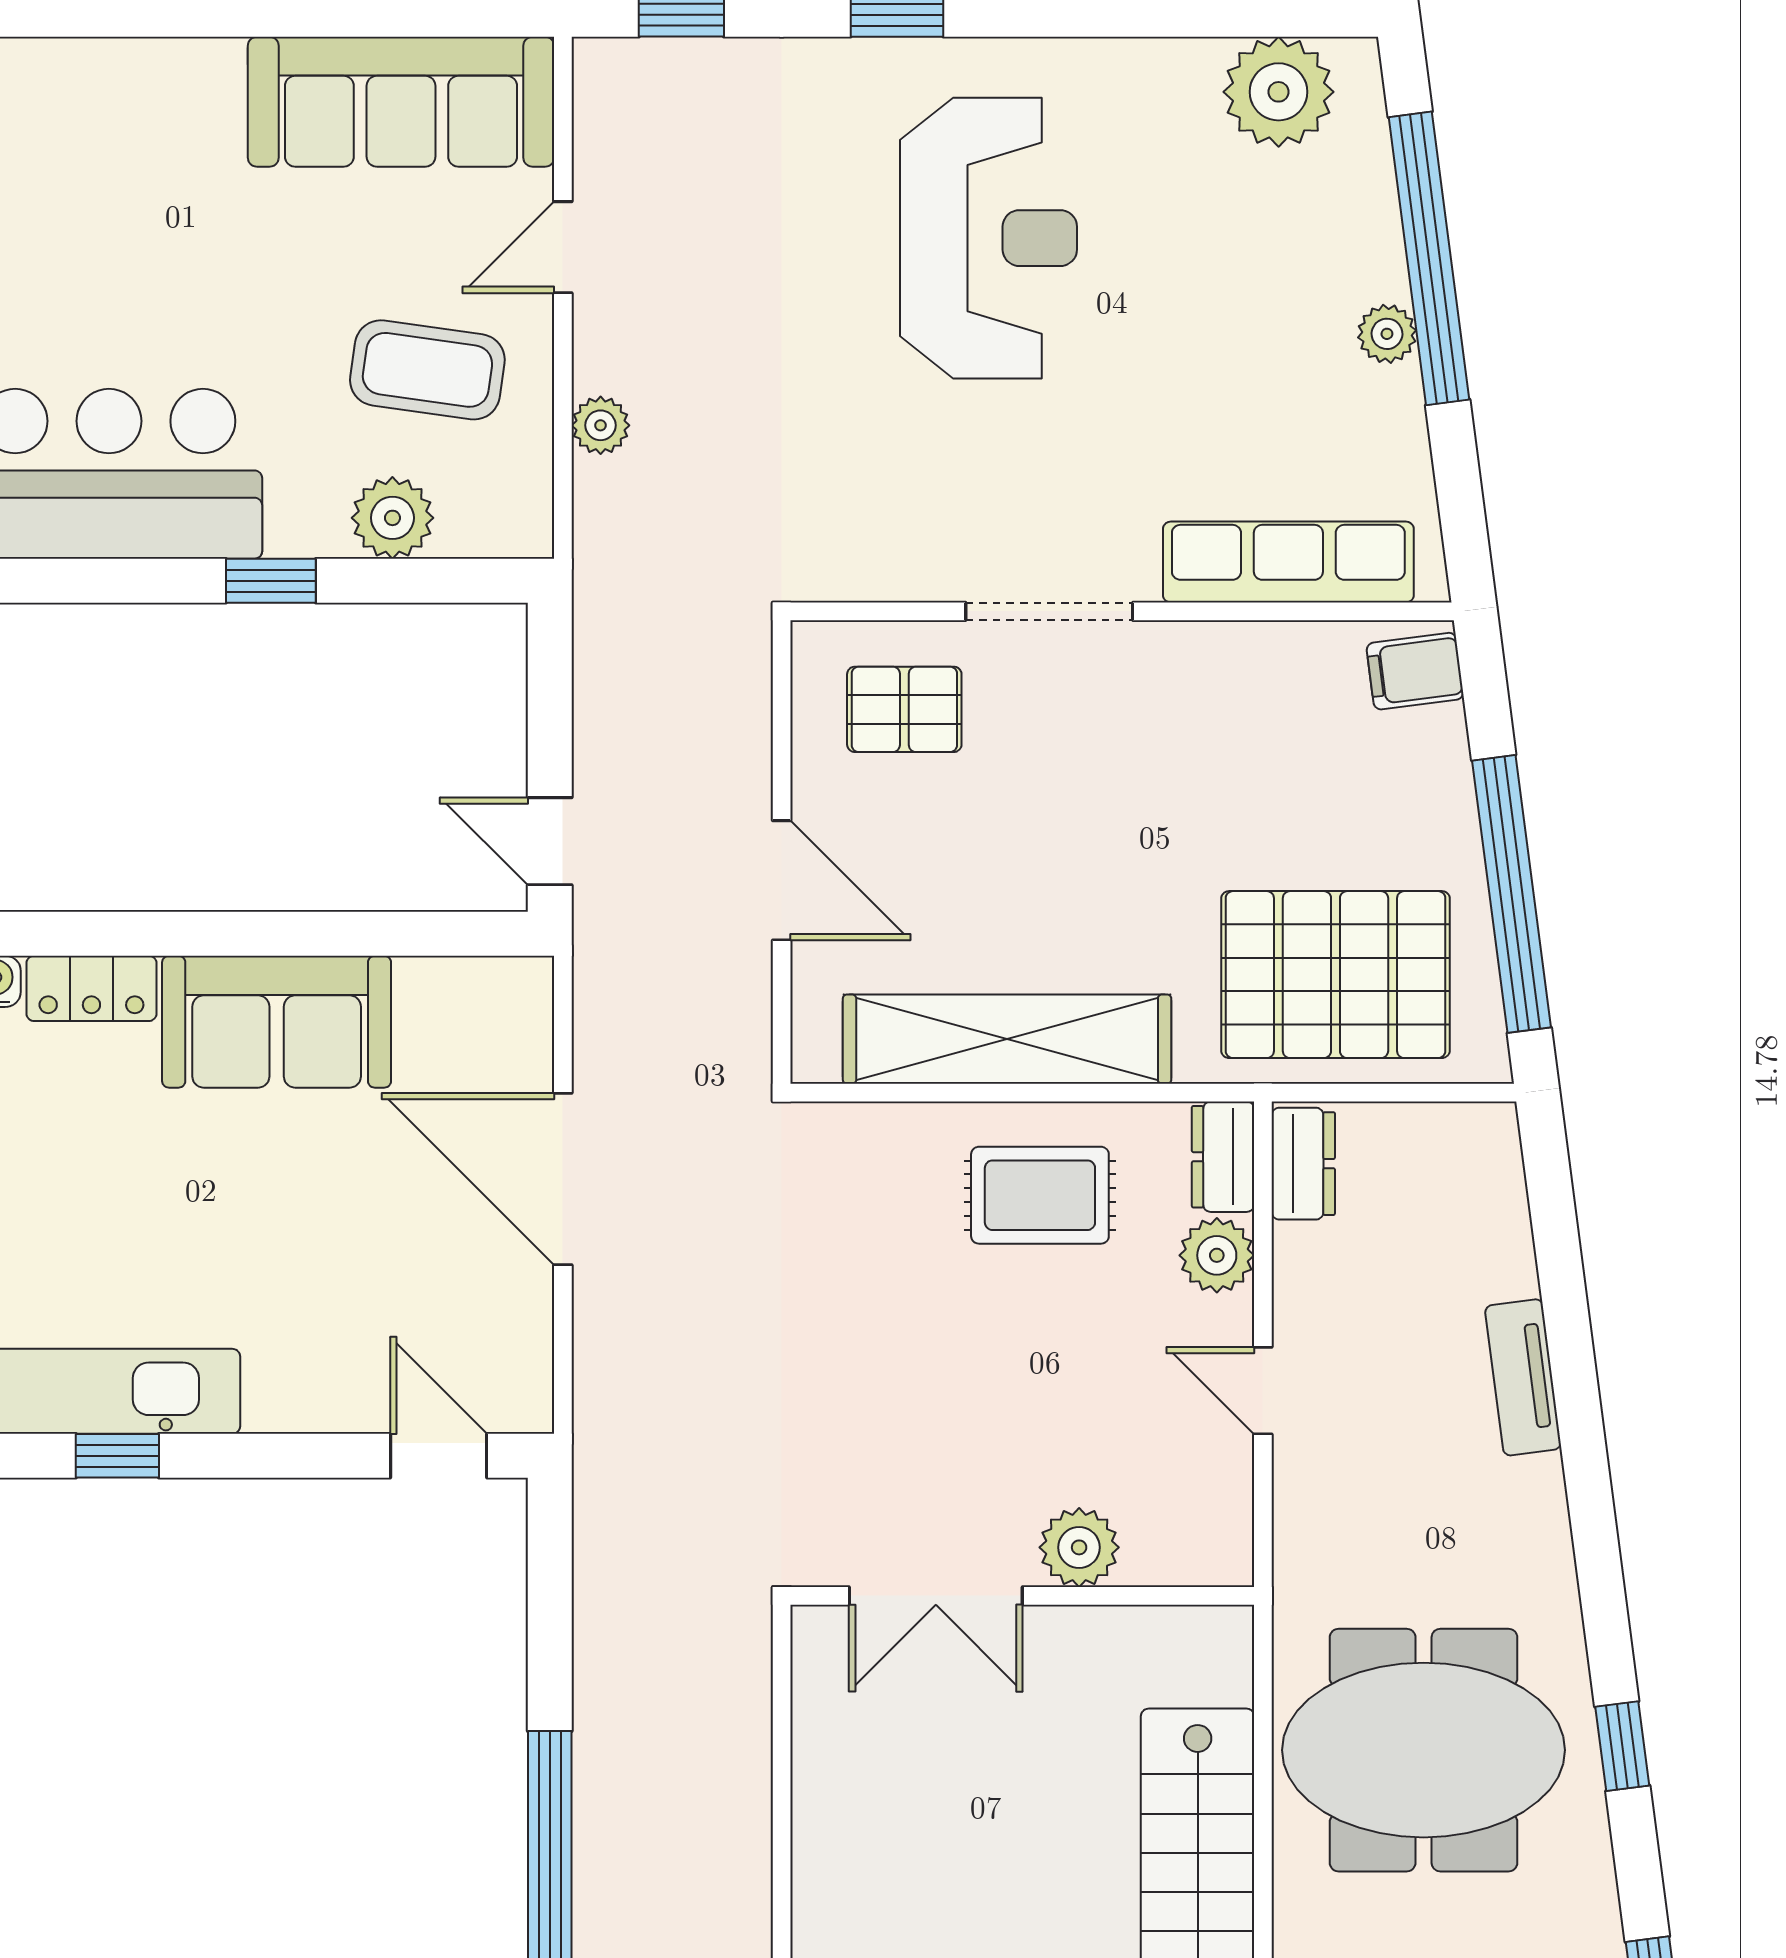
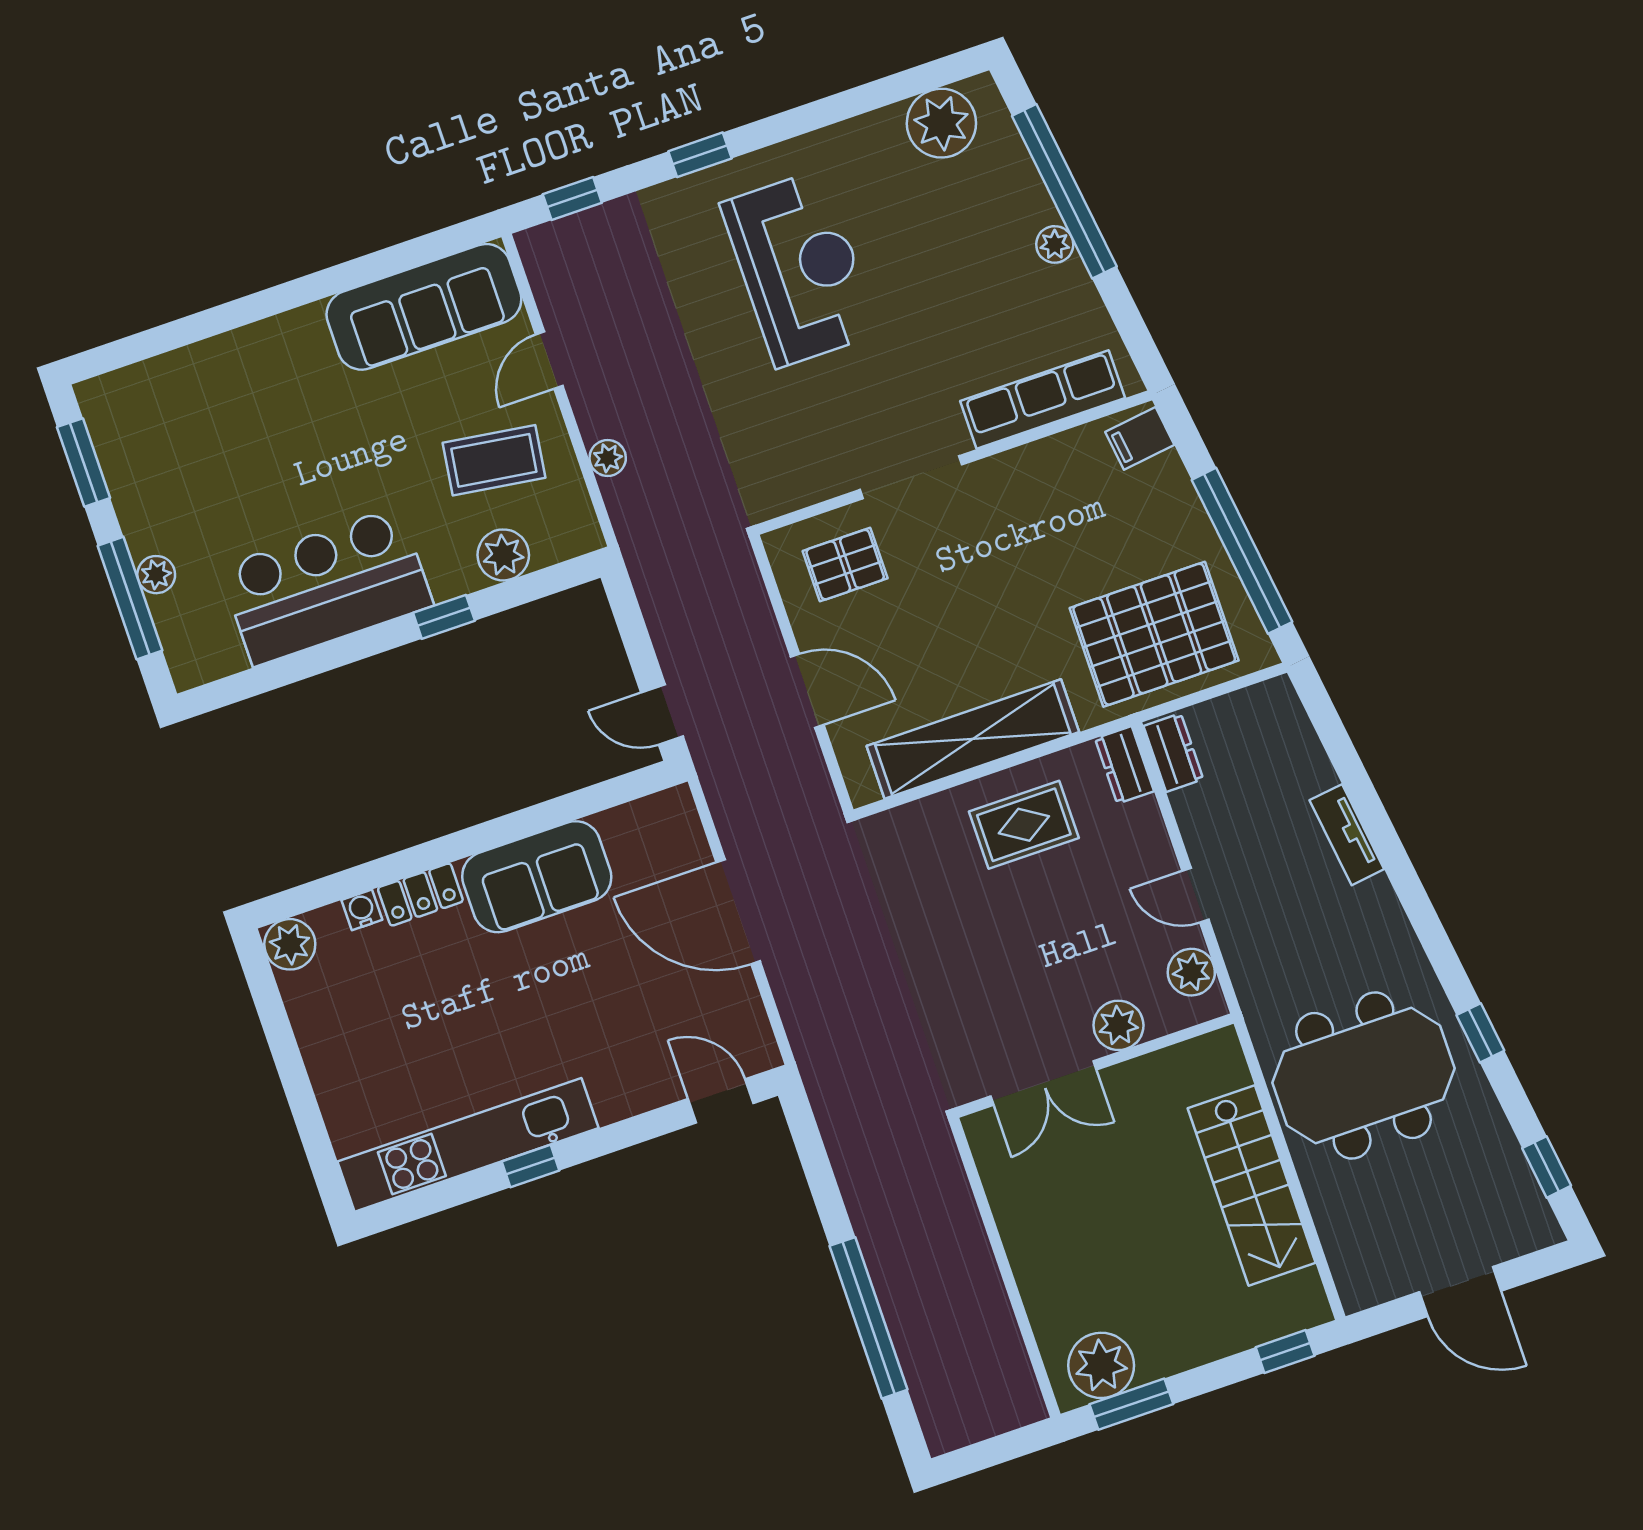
plant: (1217, 1255) -> (1191, 972), moved

